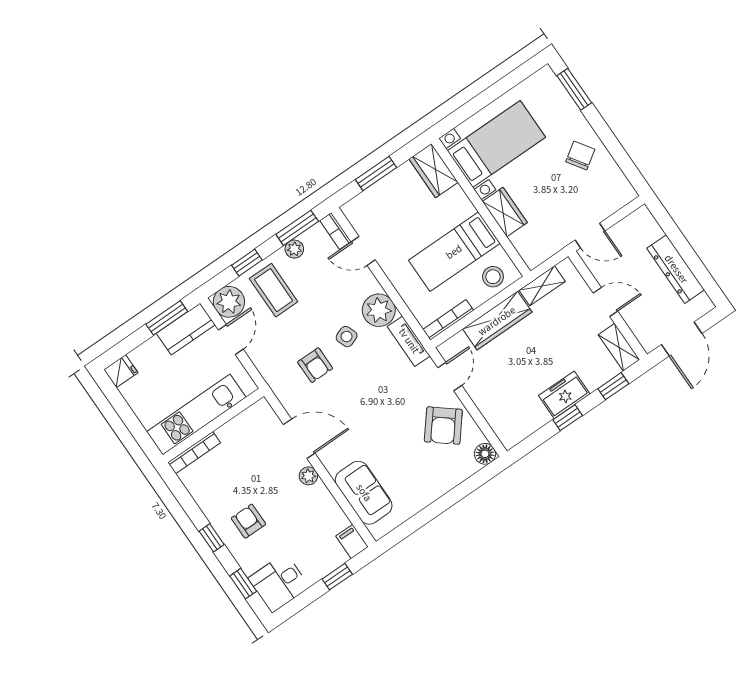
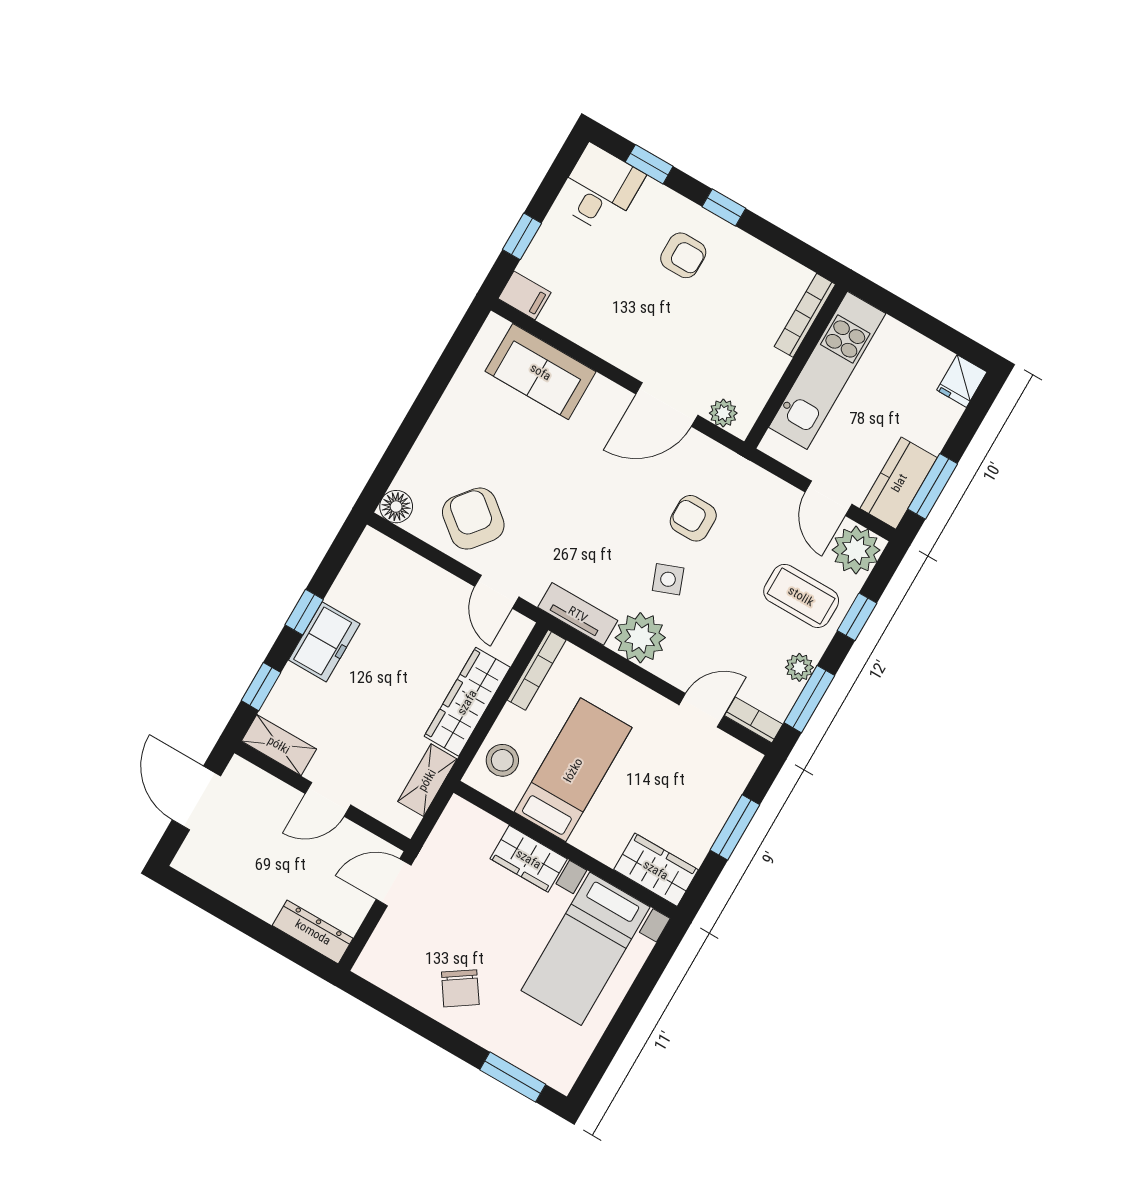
dresser: (676, 269) -> (313, 932), moved, width x0.73, depth x0.80
plant: (308, 476) -> (723, 413), moved

